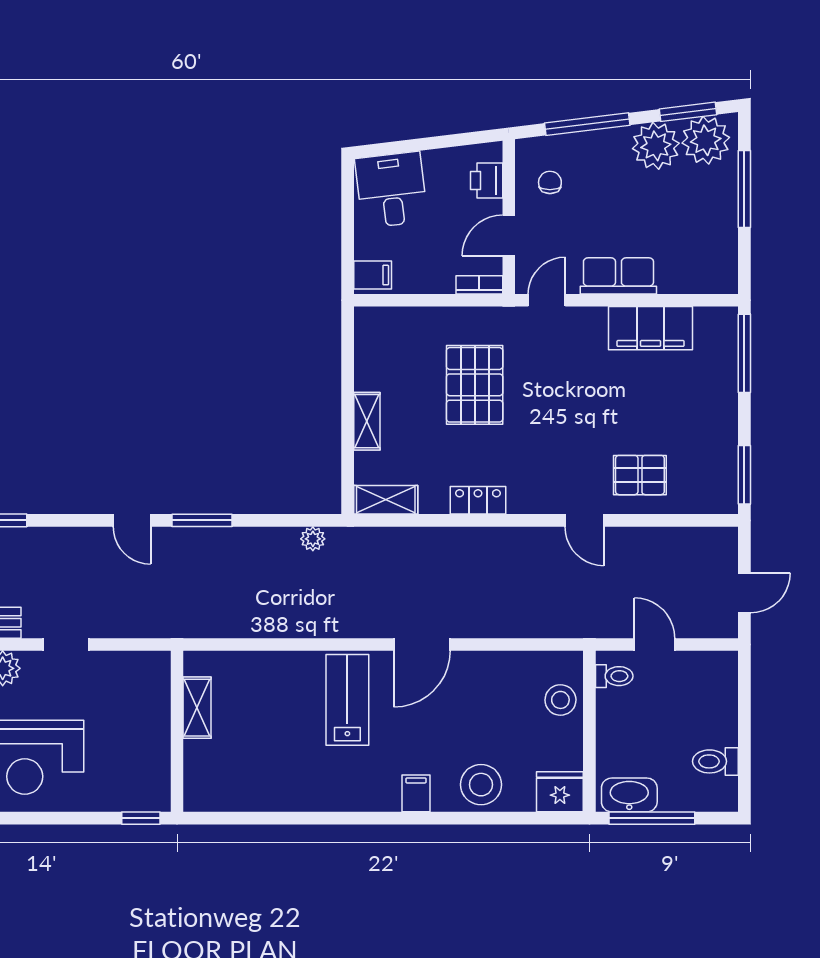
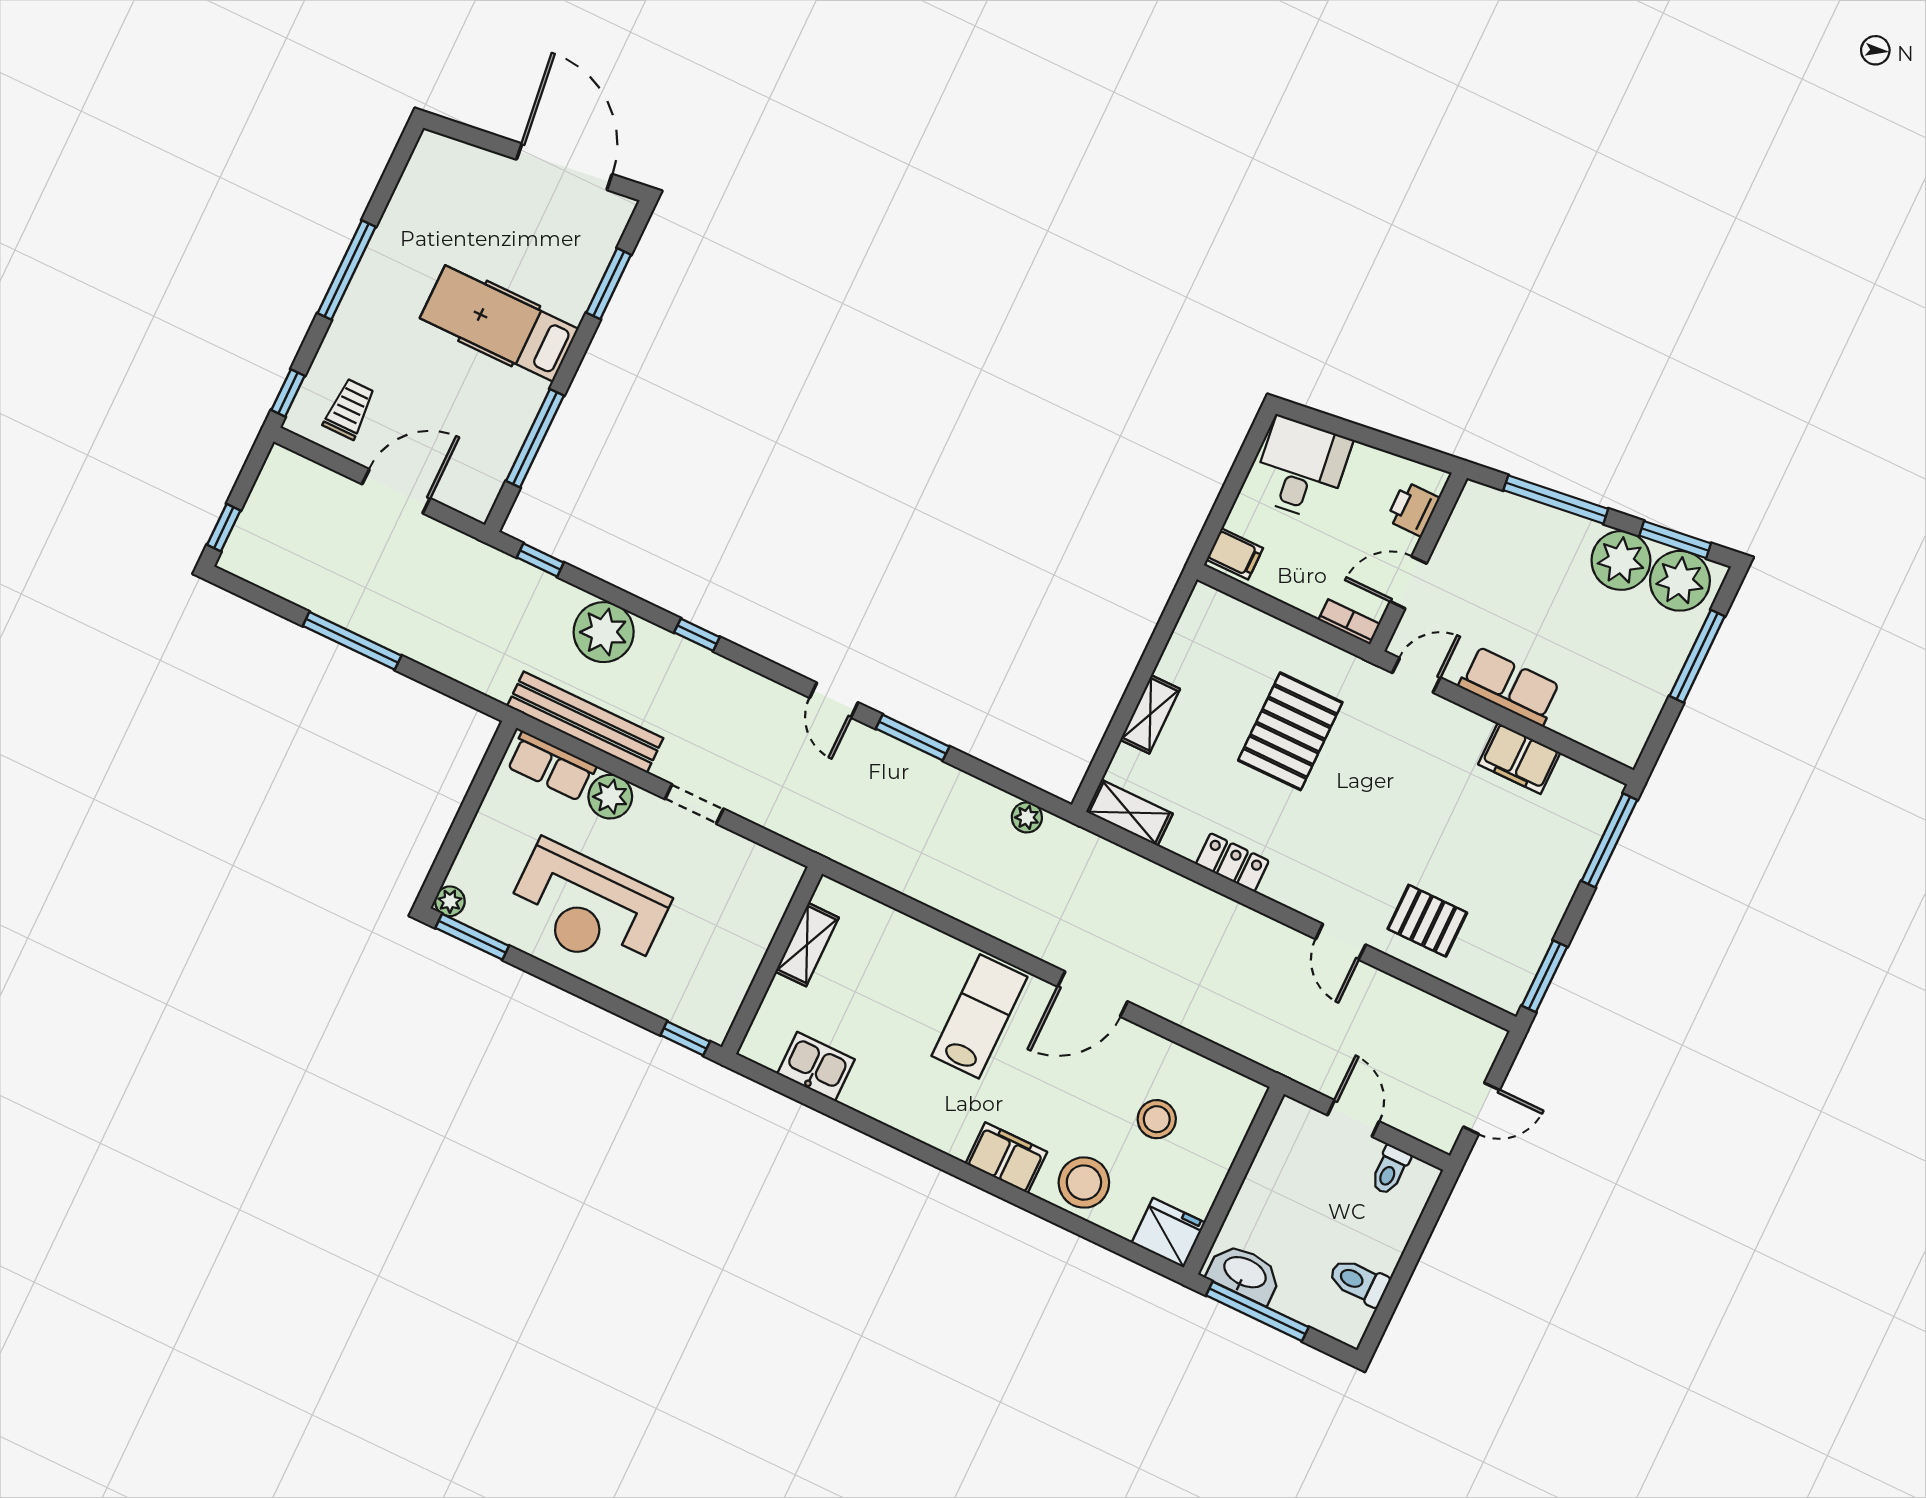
chair: (550, 182) -> (1483, 545), removed
filing cabinet: (651, 328) -> (1519, 758), width x0.67, depth x0.86
toilet: (614, 676) -> (1390, 1170), moved, turned 90
stool: (560, 700) -> (1157, 1119), moved
kitchen sink: (246, 793) -> (816, 1066), added
filing cabinet: (416, 793) -> (1006, 1158), width x2.00

